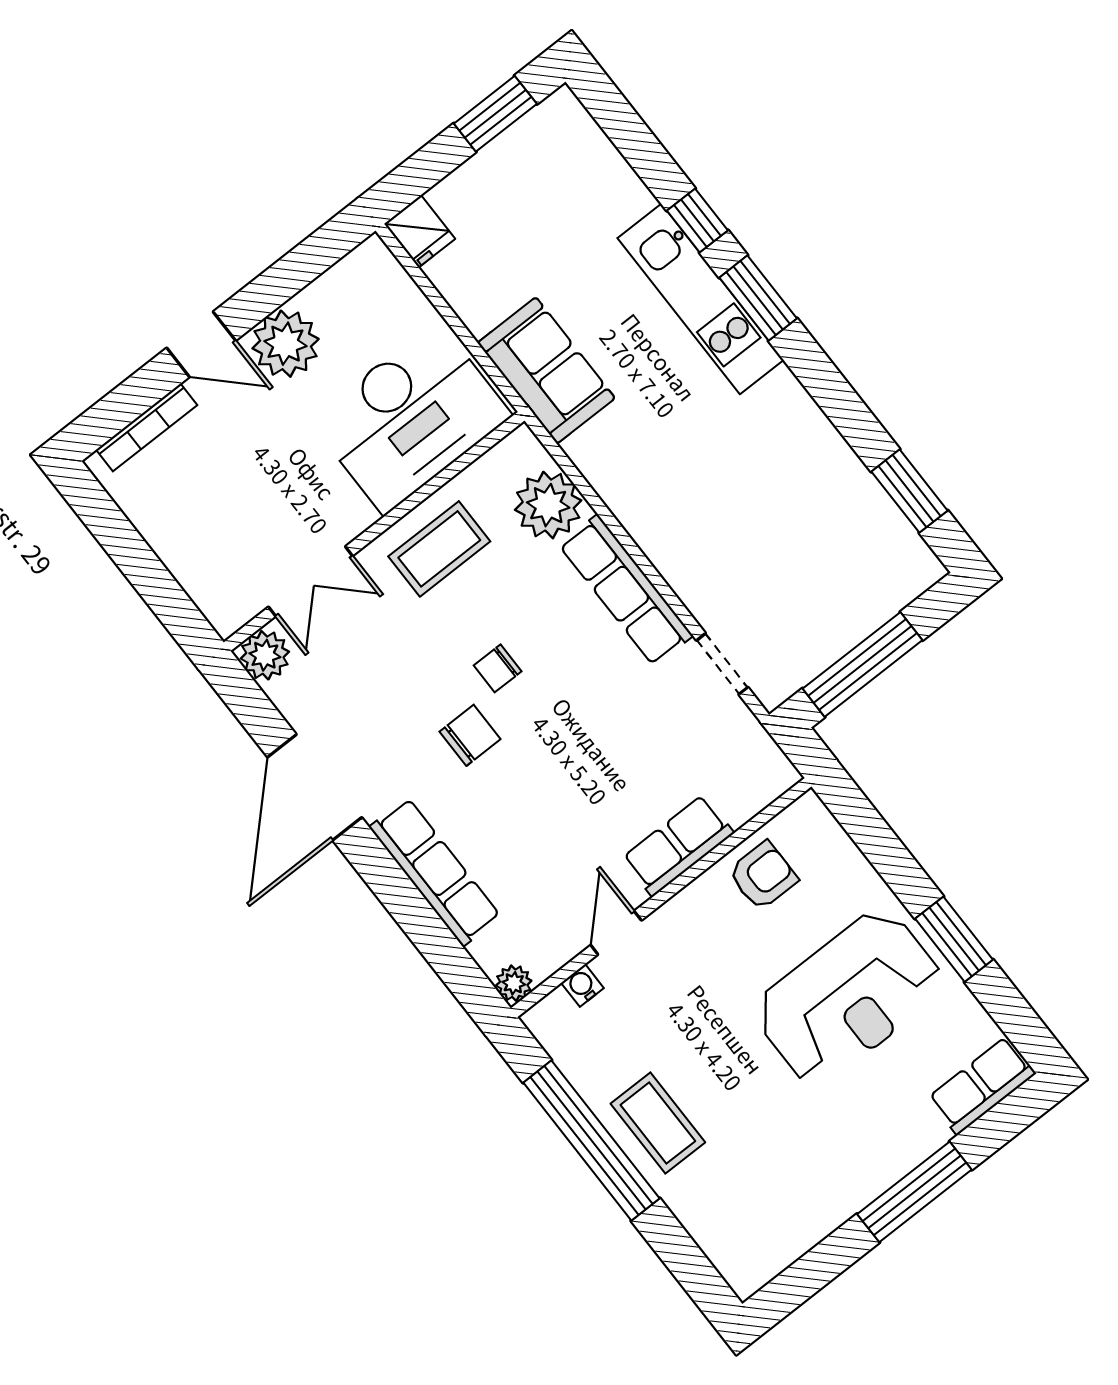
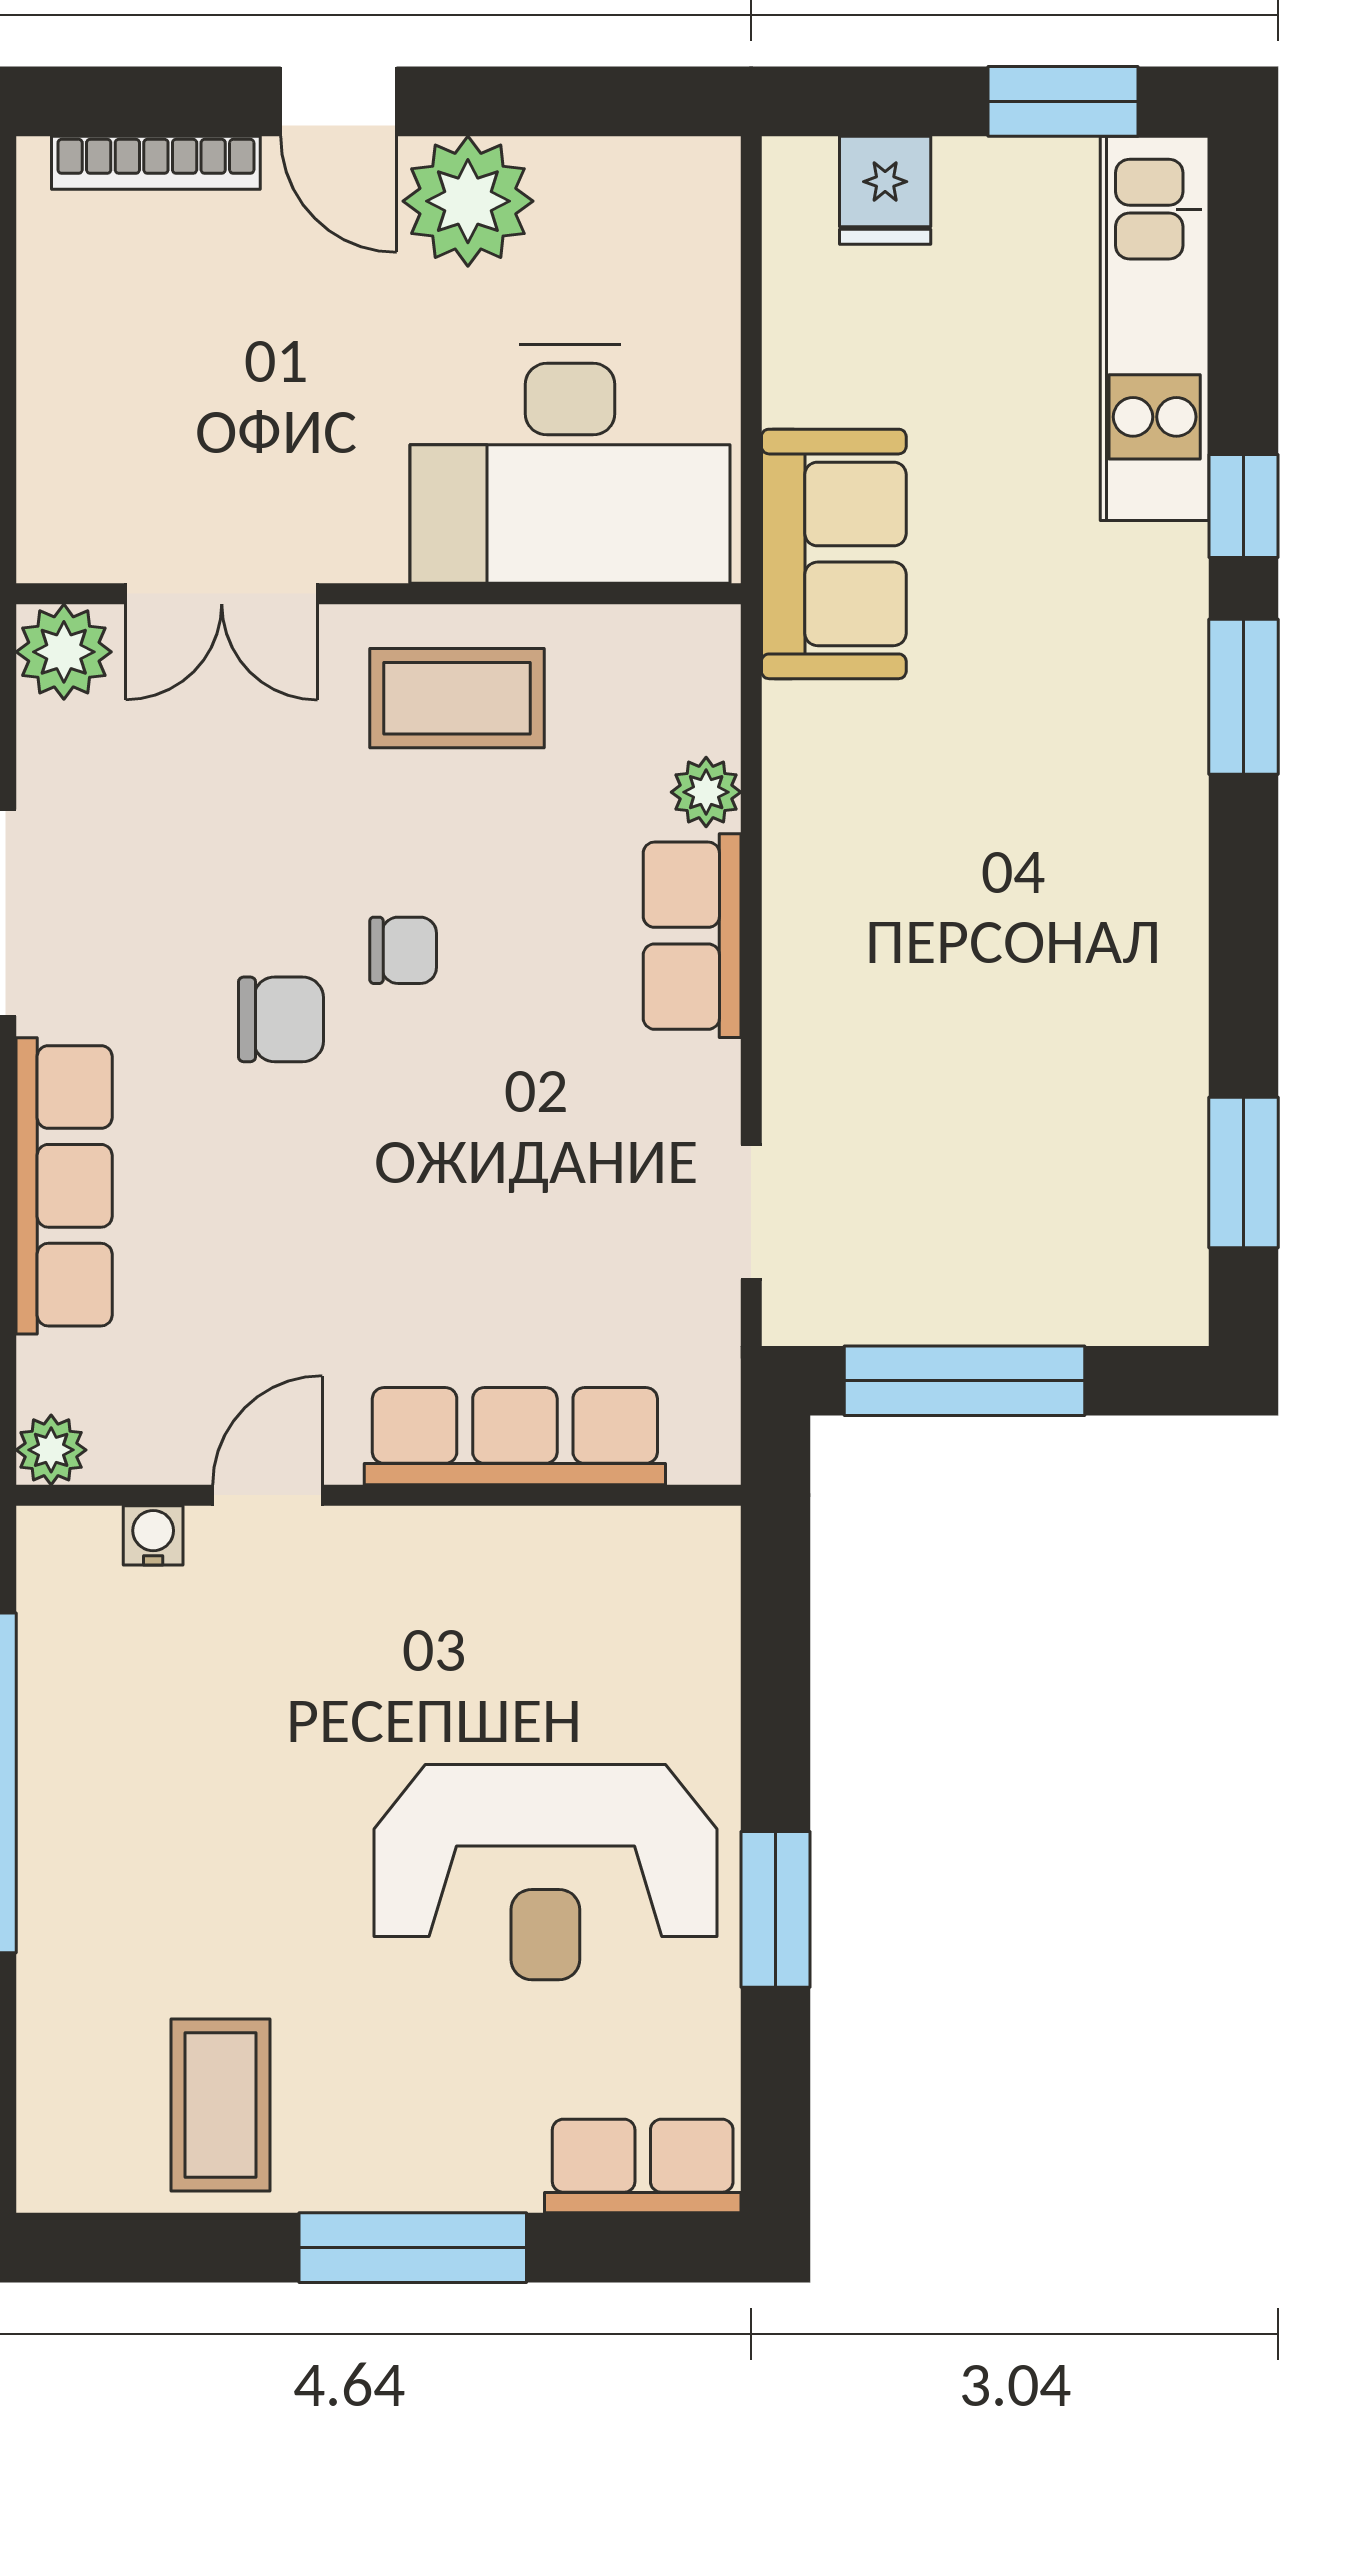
fridge: (420, 231) -> (885, 190), moved
kitchen unit: (701, 299) -> (1155, 328), moved
plant: (548, 505) -> (706, 792), width x0.53, depth x0.53
row of seats: (626, 590) -> (692, 936), width x0.68
chair: (498, 668) -> (403, 950), turned 180
row of seats: (678, 846) -> (515, 1436), width x1.48
armchair: (763, 876) -> (560, 1584), removed
coffee table: (658, 1123) -> (220, 2105), moved

